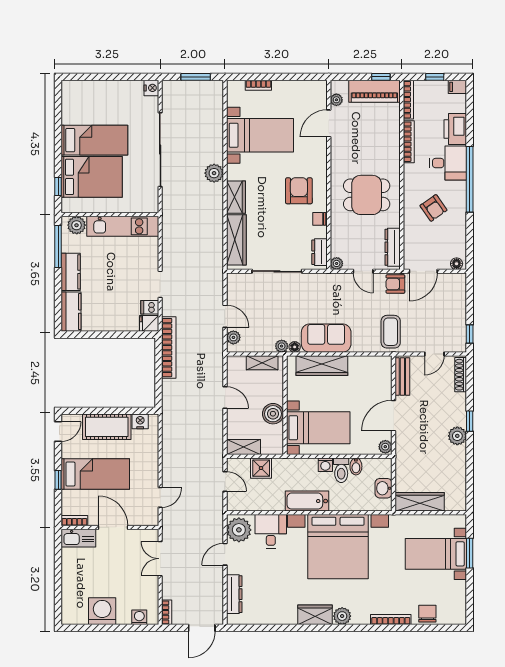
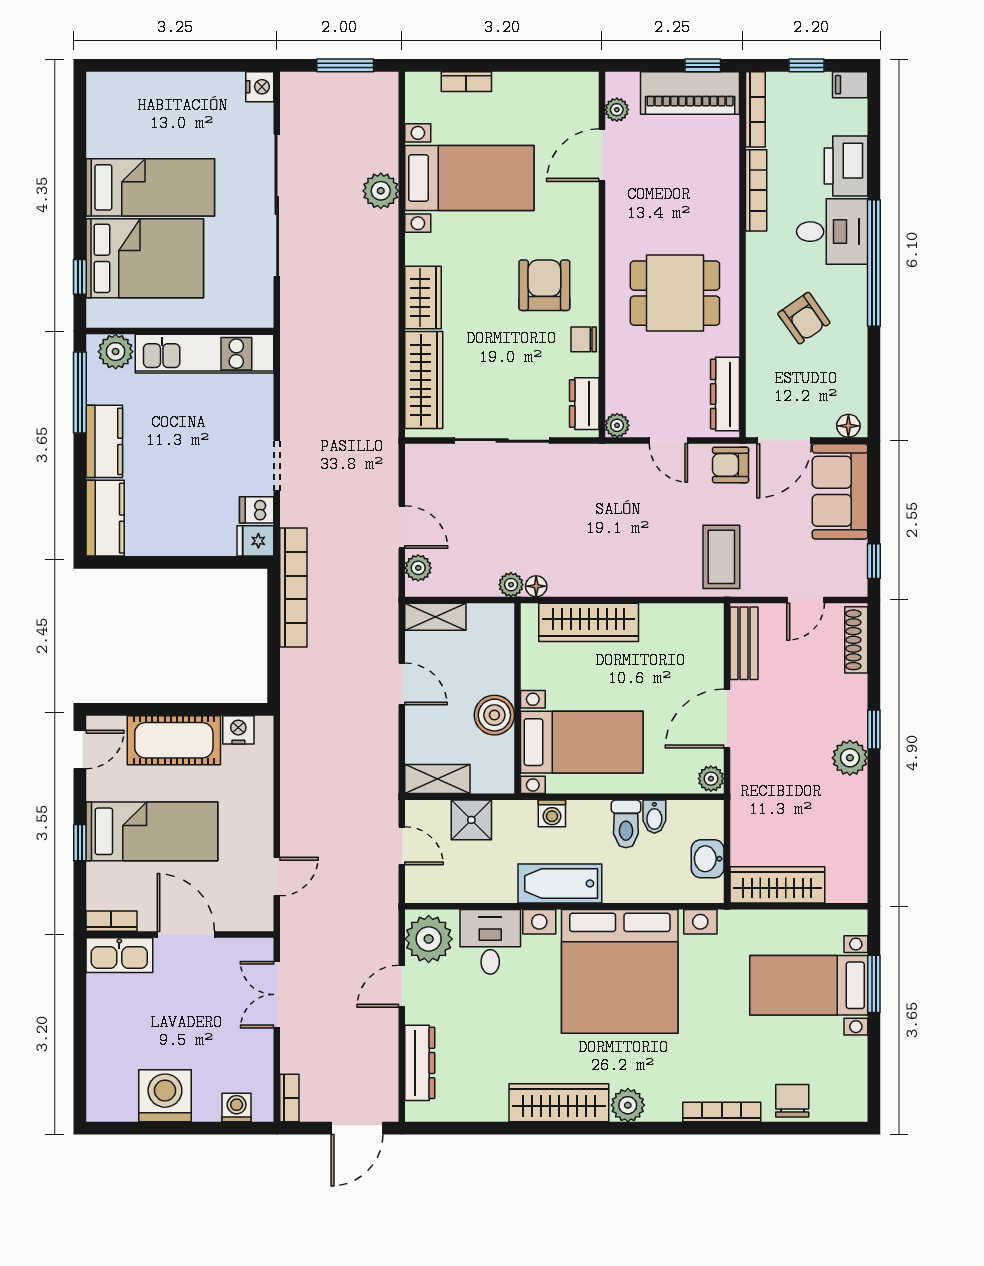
plant: (214, 173) -> (381, 191), moved
sofa: (326, 338) -> (840, 491), moved, turned -90
shelving: (262, 363) -> (435, 617), moved
washing machine: (325, 465) -> (552, 813), moved
wardrobe: (315, 615) -> (559, 1103), width x1.50

